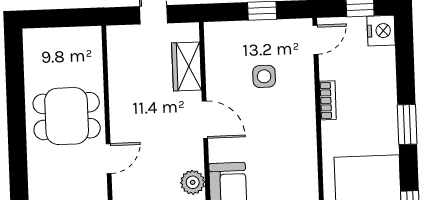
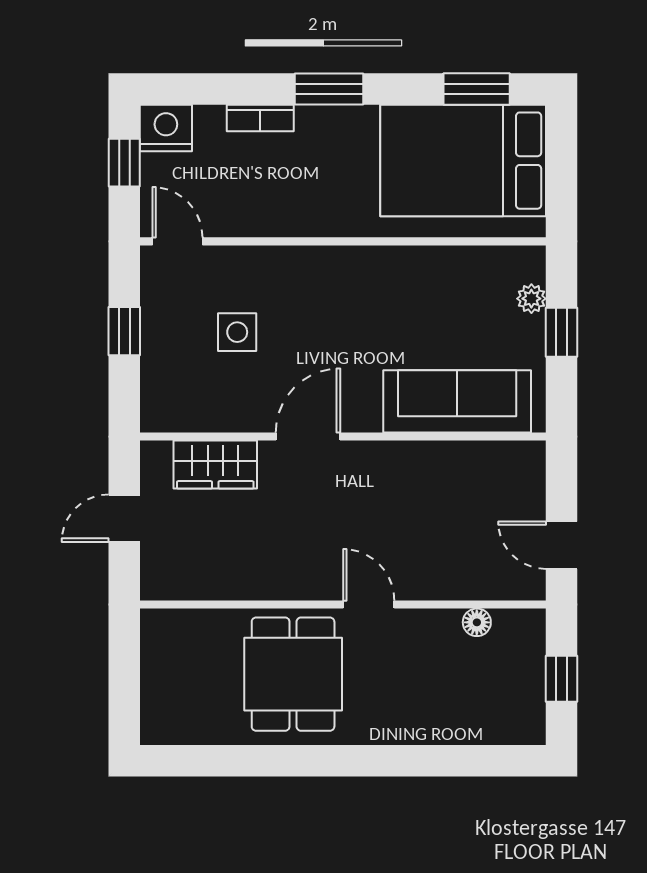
bookcase: (328, 100) -> (260, 118), moved, turned 180
plant: (193, 182) -> (415, 462), removed

